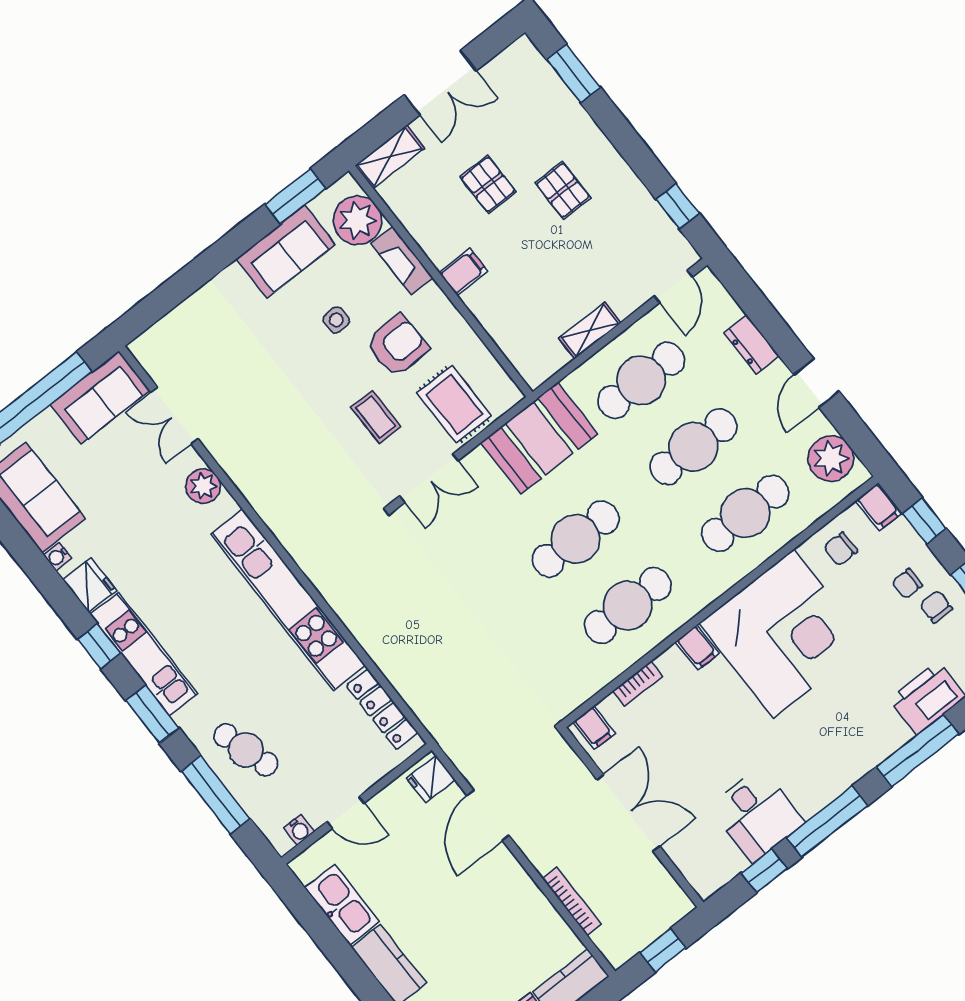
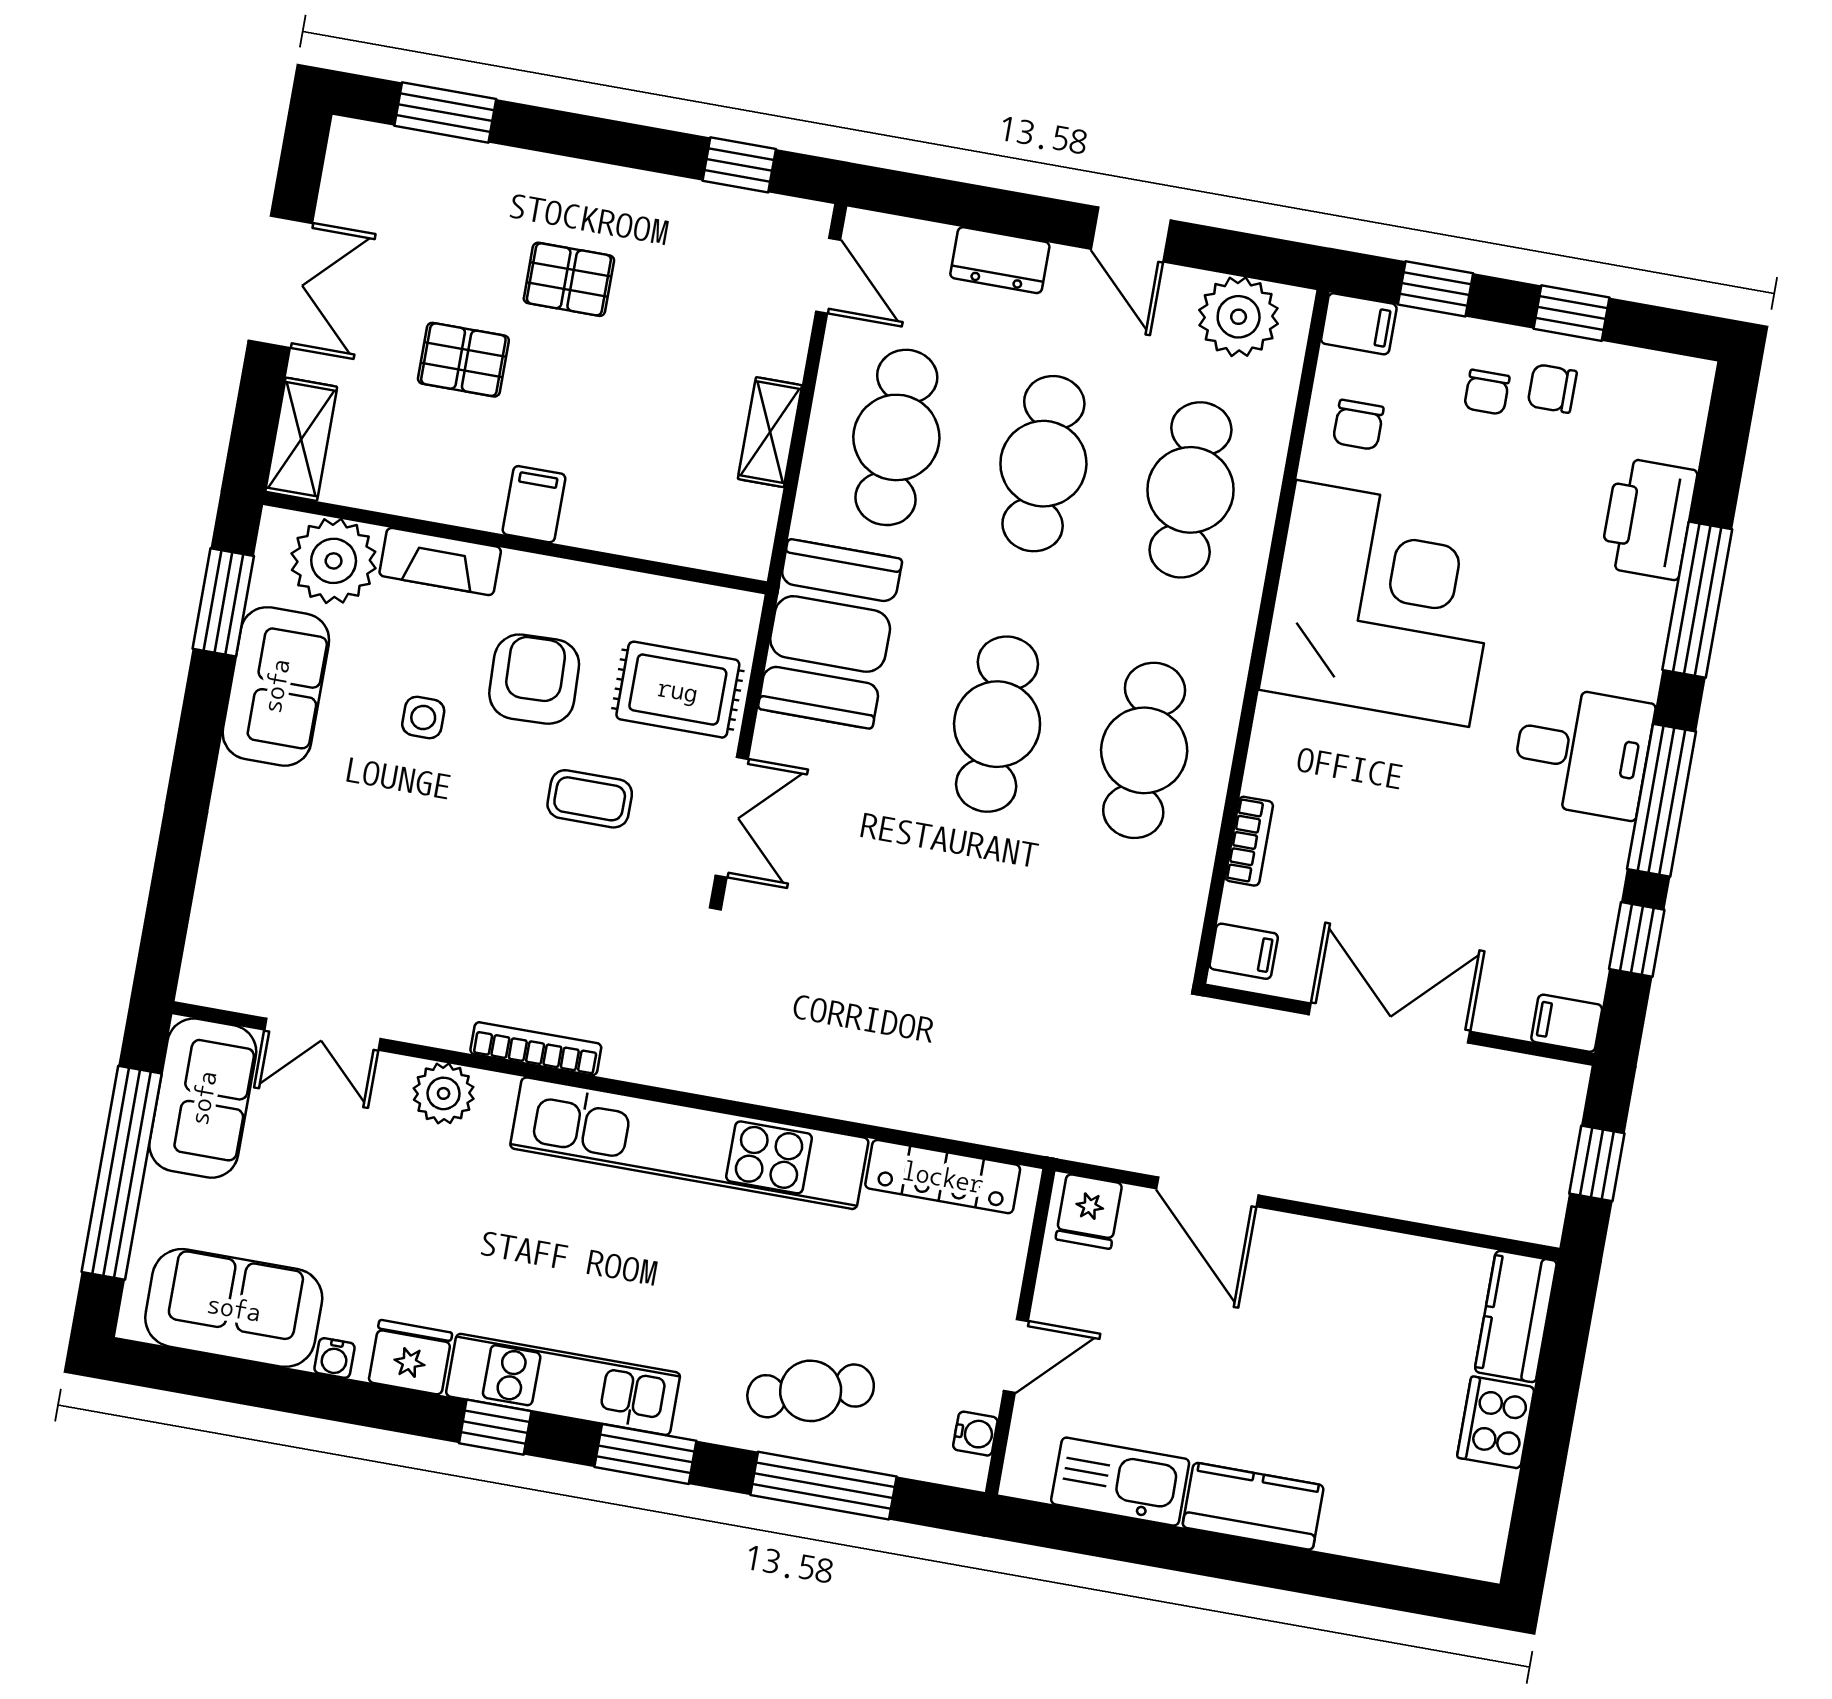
filing cabinet: (697, 648) -> (1567, 1023), moved, turned 180
desk: (757, 815) -> (1582, 752), moved
bookcase: (572, 901) -> (536, 1049), moved

